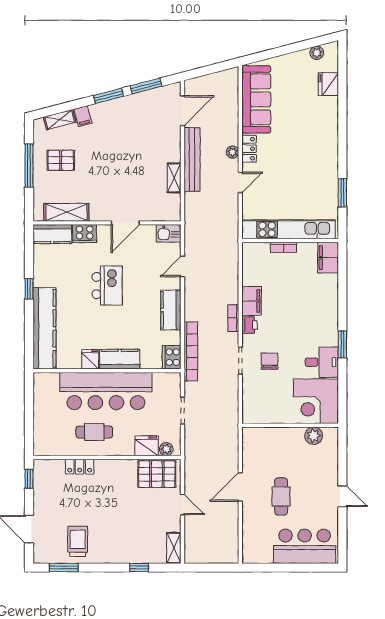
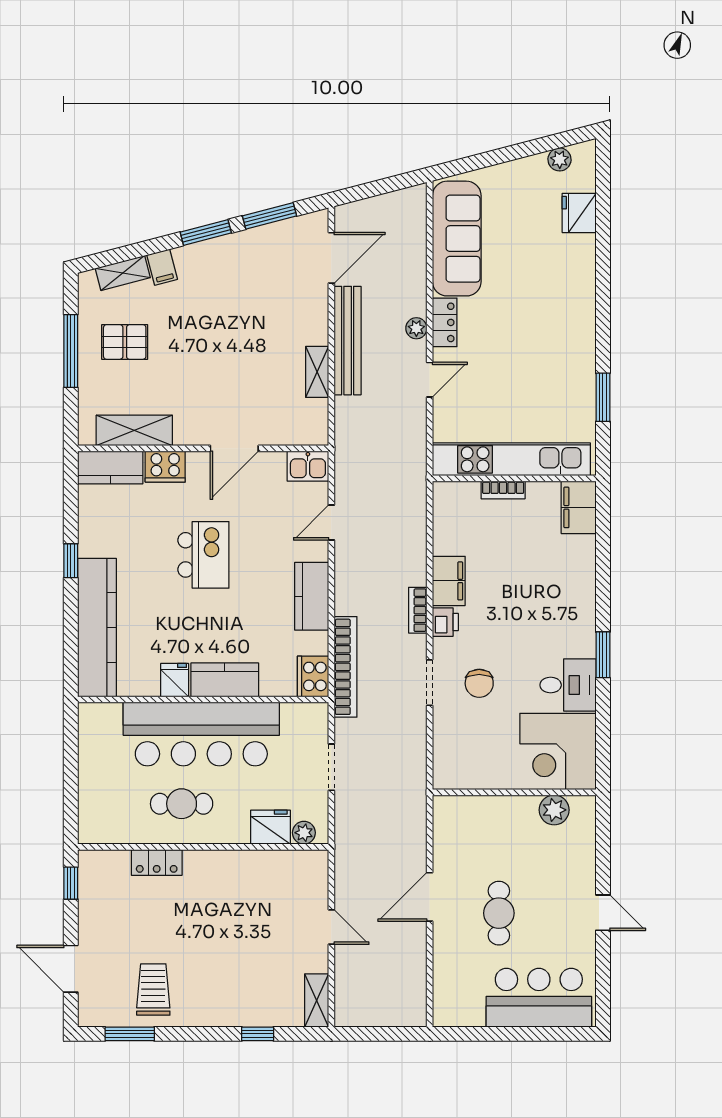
chair: (269, 361) -> (479, 683), turned 180
pallet: (157, 474) -> (288, 875), removed

